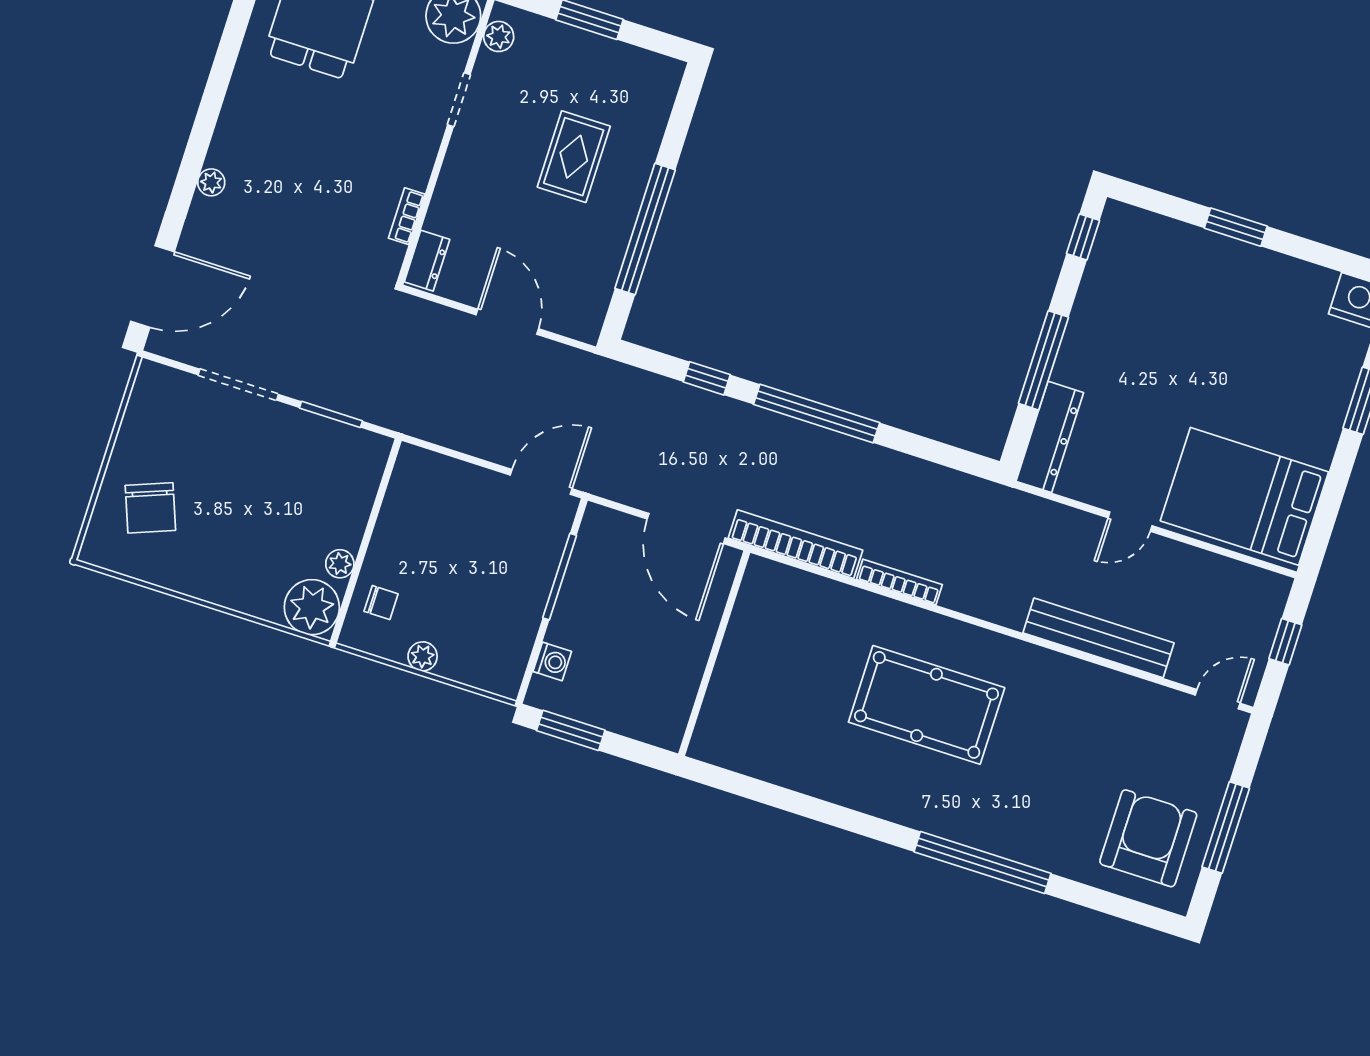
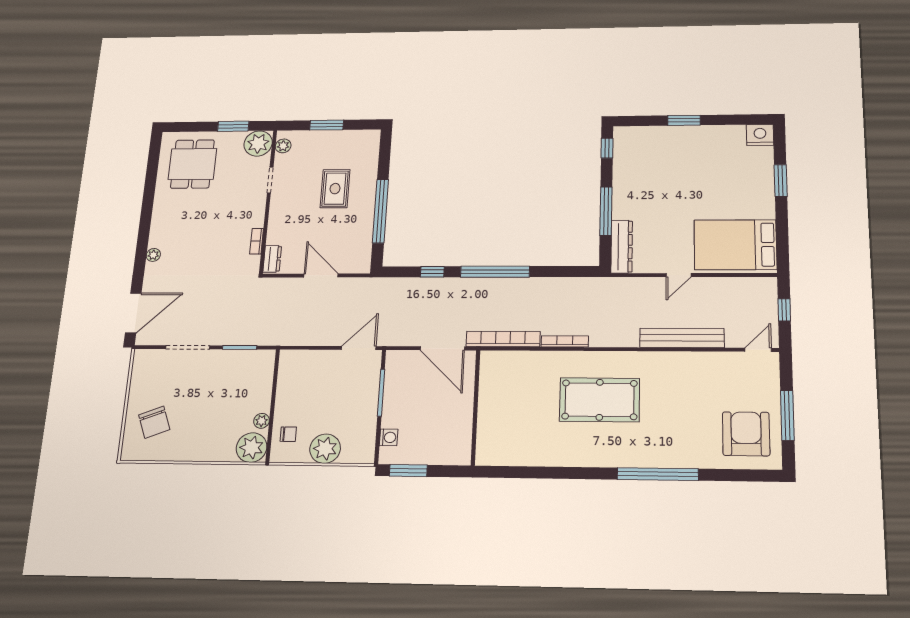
plant: (423, 656) -> (325, 449), width x1.88, depth x1.88

